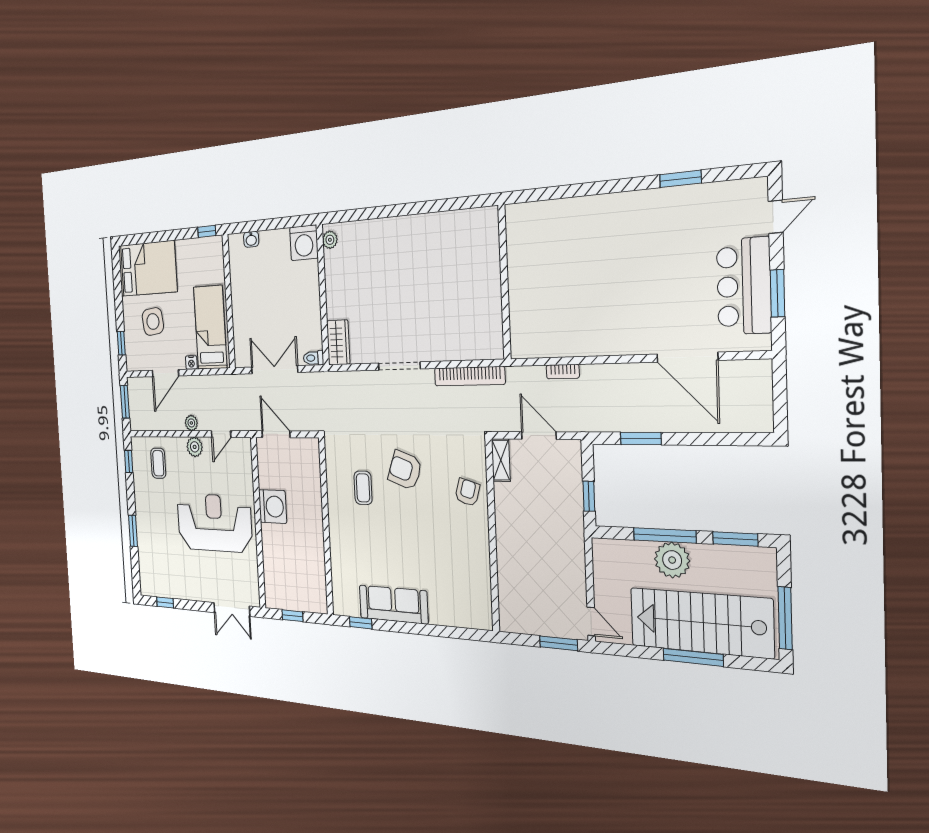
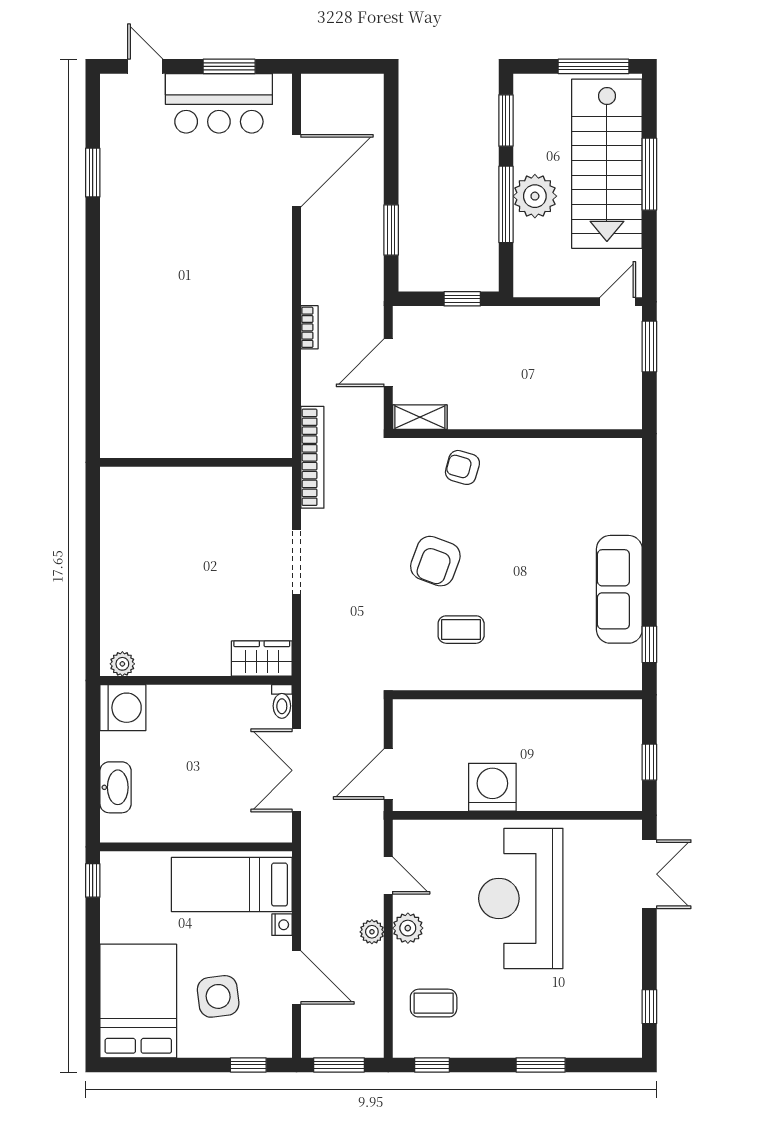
washbasin: (251, 239) -> (116, 787), width x1.91, depth x1.45
wall: (504, 282) -> (196, 462), moved

